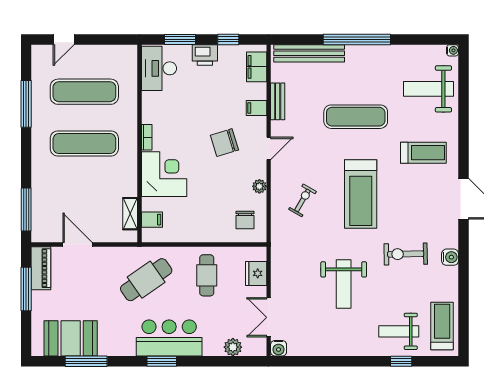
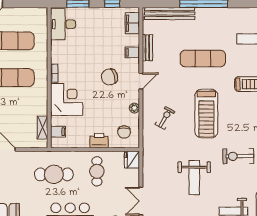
printer: (205, 55) -> (99, 141), moved, turned 180
fridge: (256, 273) -> (132, 159), moved
cafe table: (146, 280) -> (54, 174), turned 35

